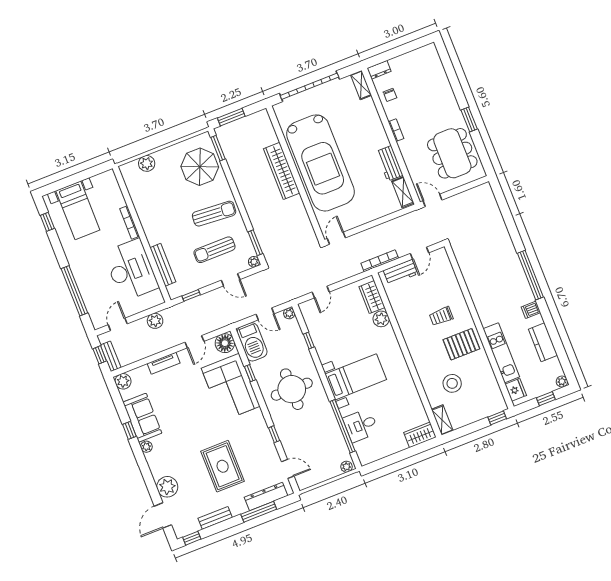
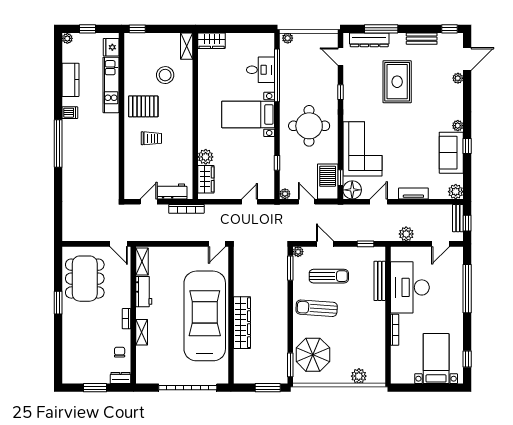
window: (400, 50) -> (95, 388), added
shelving: (361, 85) -> (142, 332), moved
window: (250, 373) -> (340, 178), moved
plant: (167, 487) -> (458, 78), width x0.53, depth x0.53

